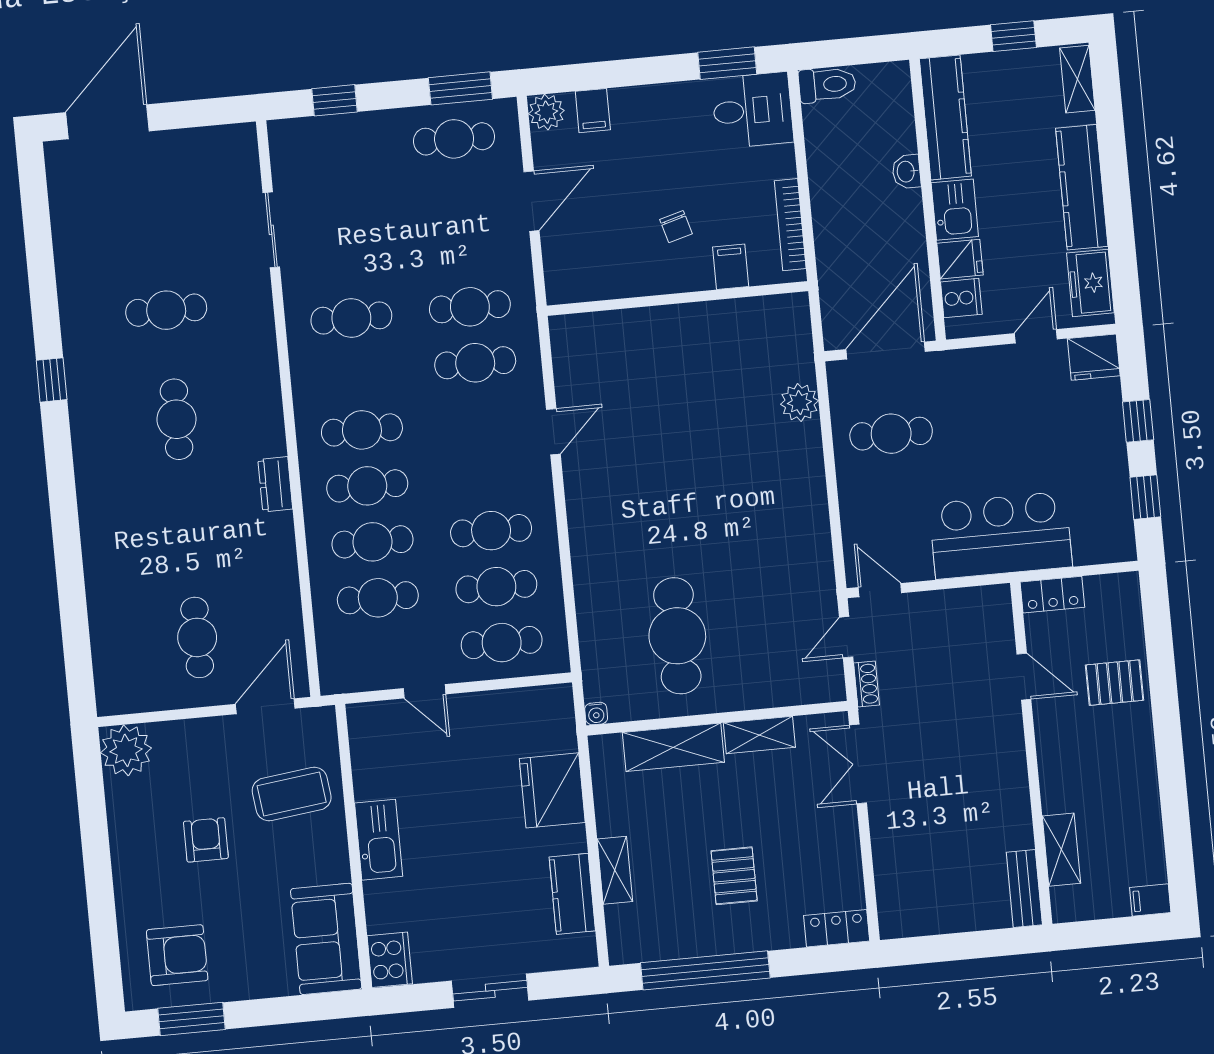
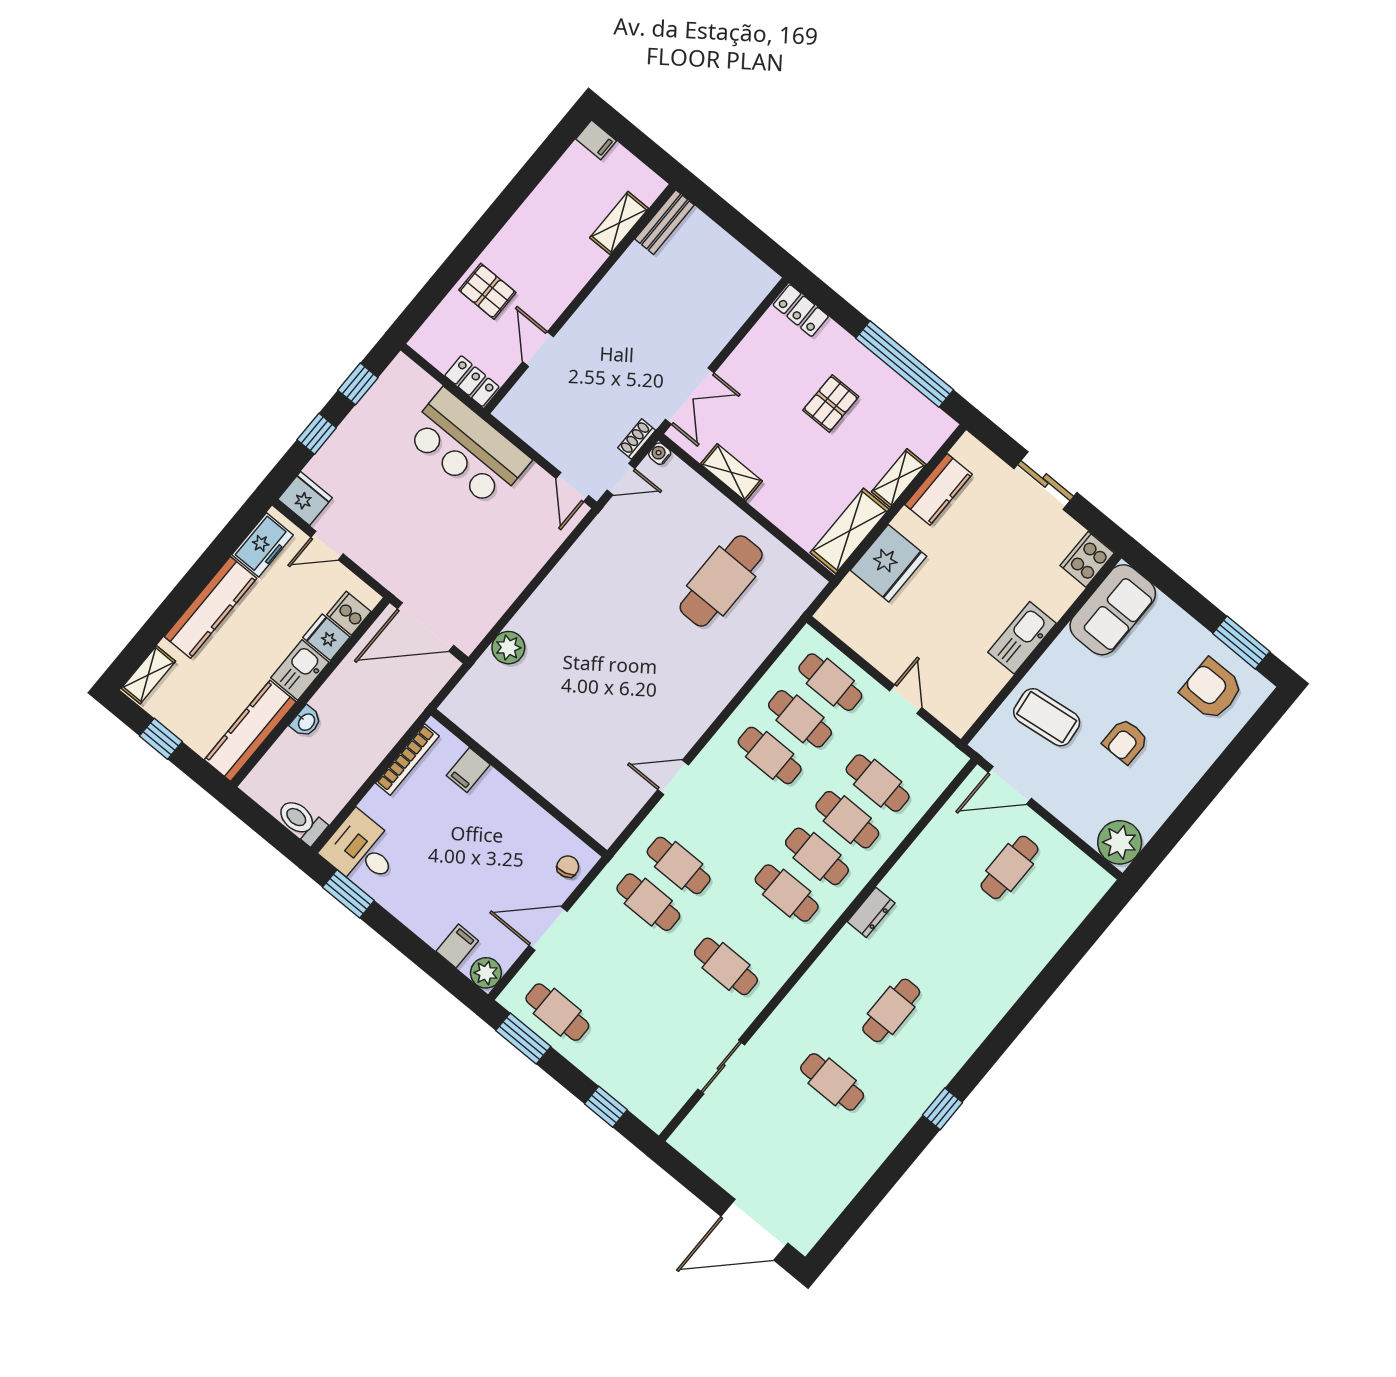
chair: (676, 227) -> (568, 867), moved
cafe table: (891, 434) -> (472, 574), removed
water cooler: (596, 714) -> (660, 454), moved, turned -90
shelving: (673, 747) -> (850, 531), moved, turned 90

